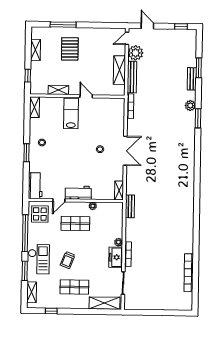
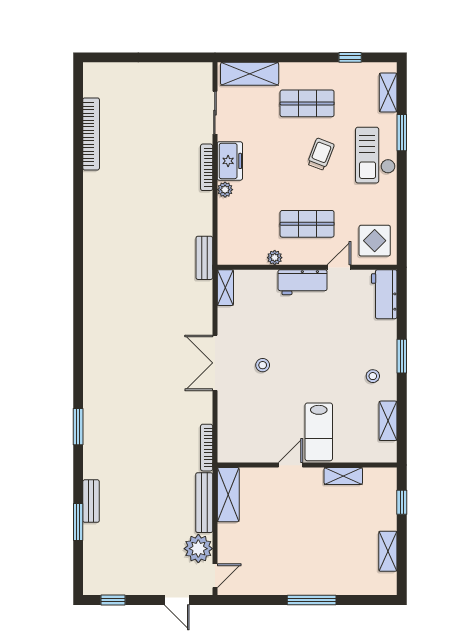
window: (63, 25) -> (312, 600), moved
pallet: (70, 49) -> (323, 554), removed
shelving: (119, 70) -> (228, 495), moved
door: (86, 96) -> (290, 465), swing flipped
plant: (190, 106) -> (93, 450), removed
shelving: (34, 107) -> (388, 421), moved
window: (25, 233) -> (402, 204), removed

